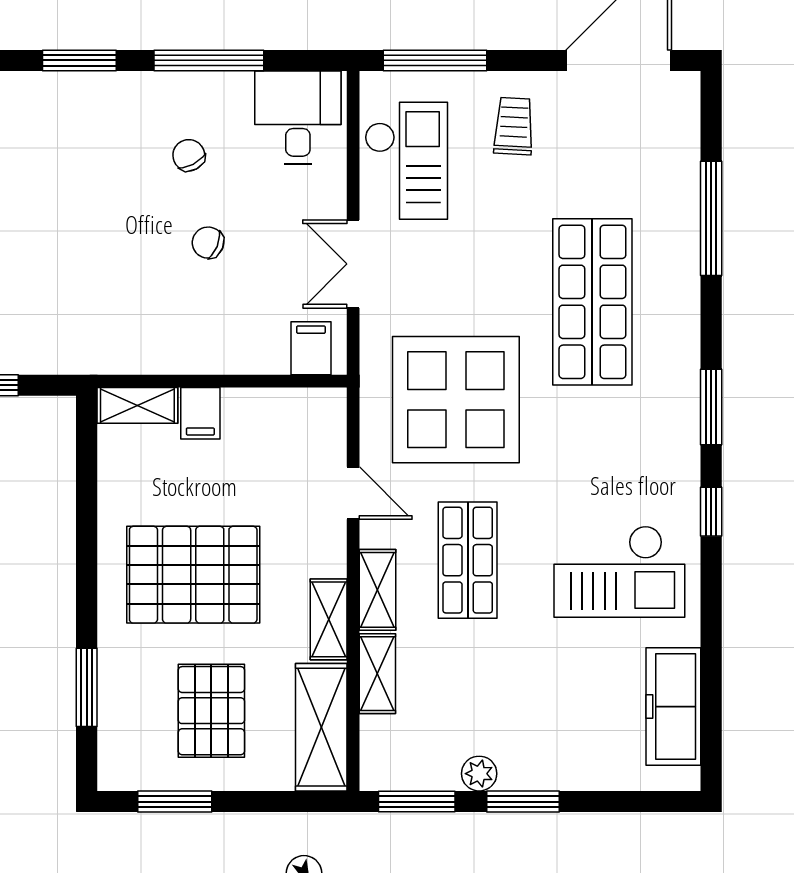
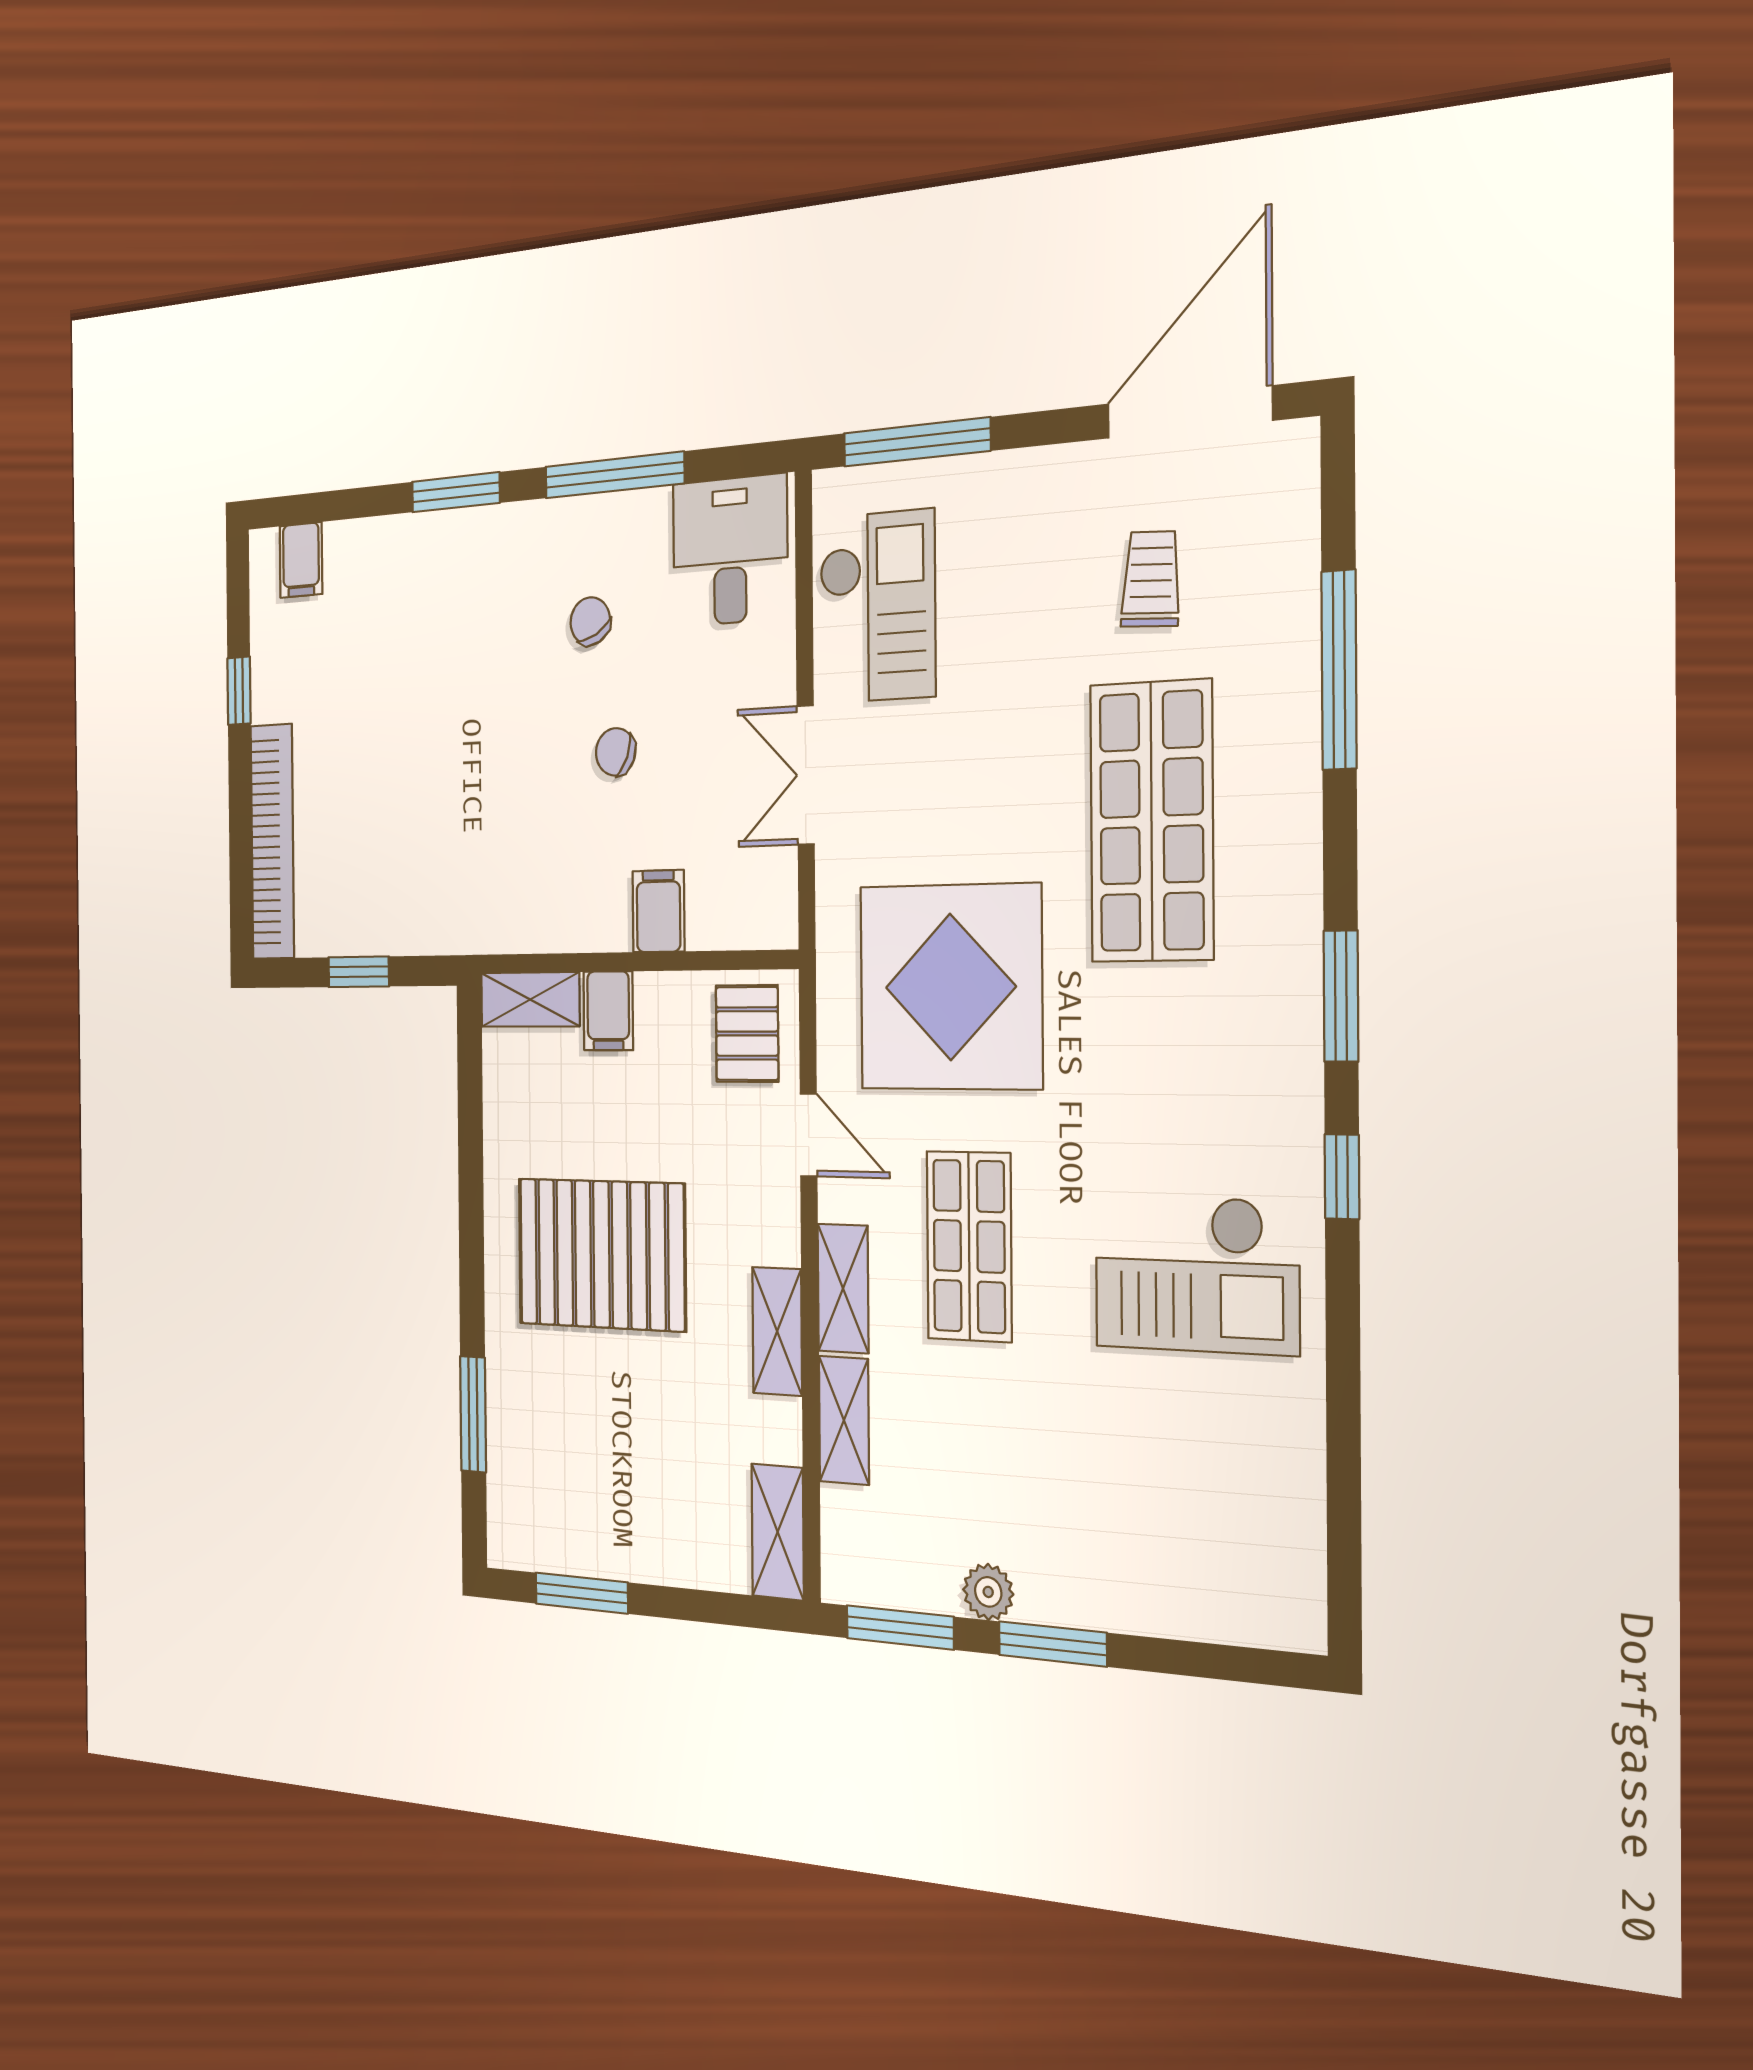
trolley: (514, 126) -> (1151, 579), moved
filing cabinet: (311, 348) -> (658, 911), moved
freezer: (673, 707) -> (1283, 1507), removed
pallet: (211, 711) -> (747, 1033), moved, width x0.67, depth x0.71
shelving: (321, 727) -> (778, 1532), width x0.67, depth x0.75

